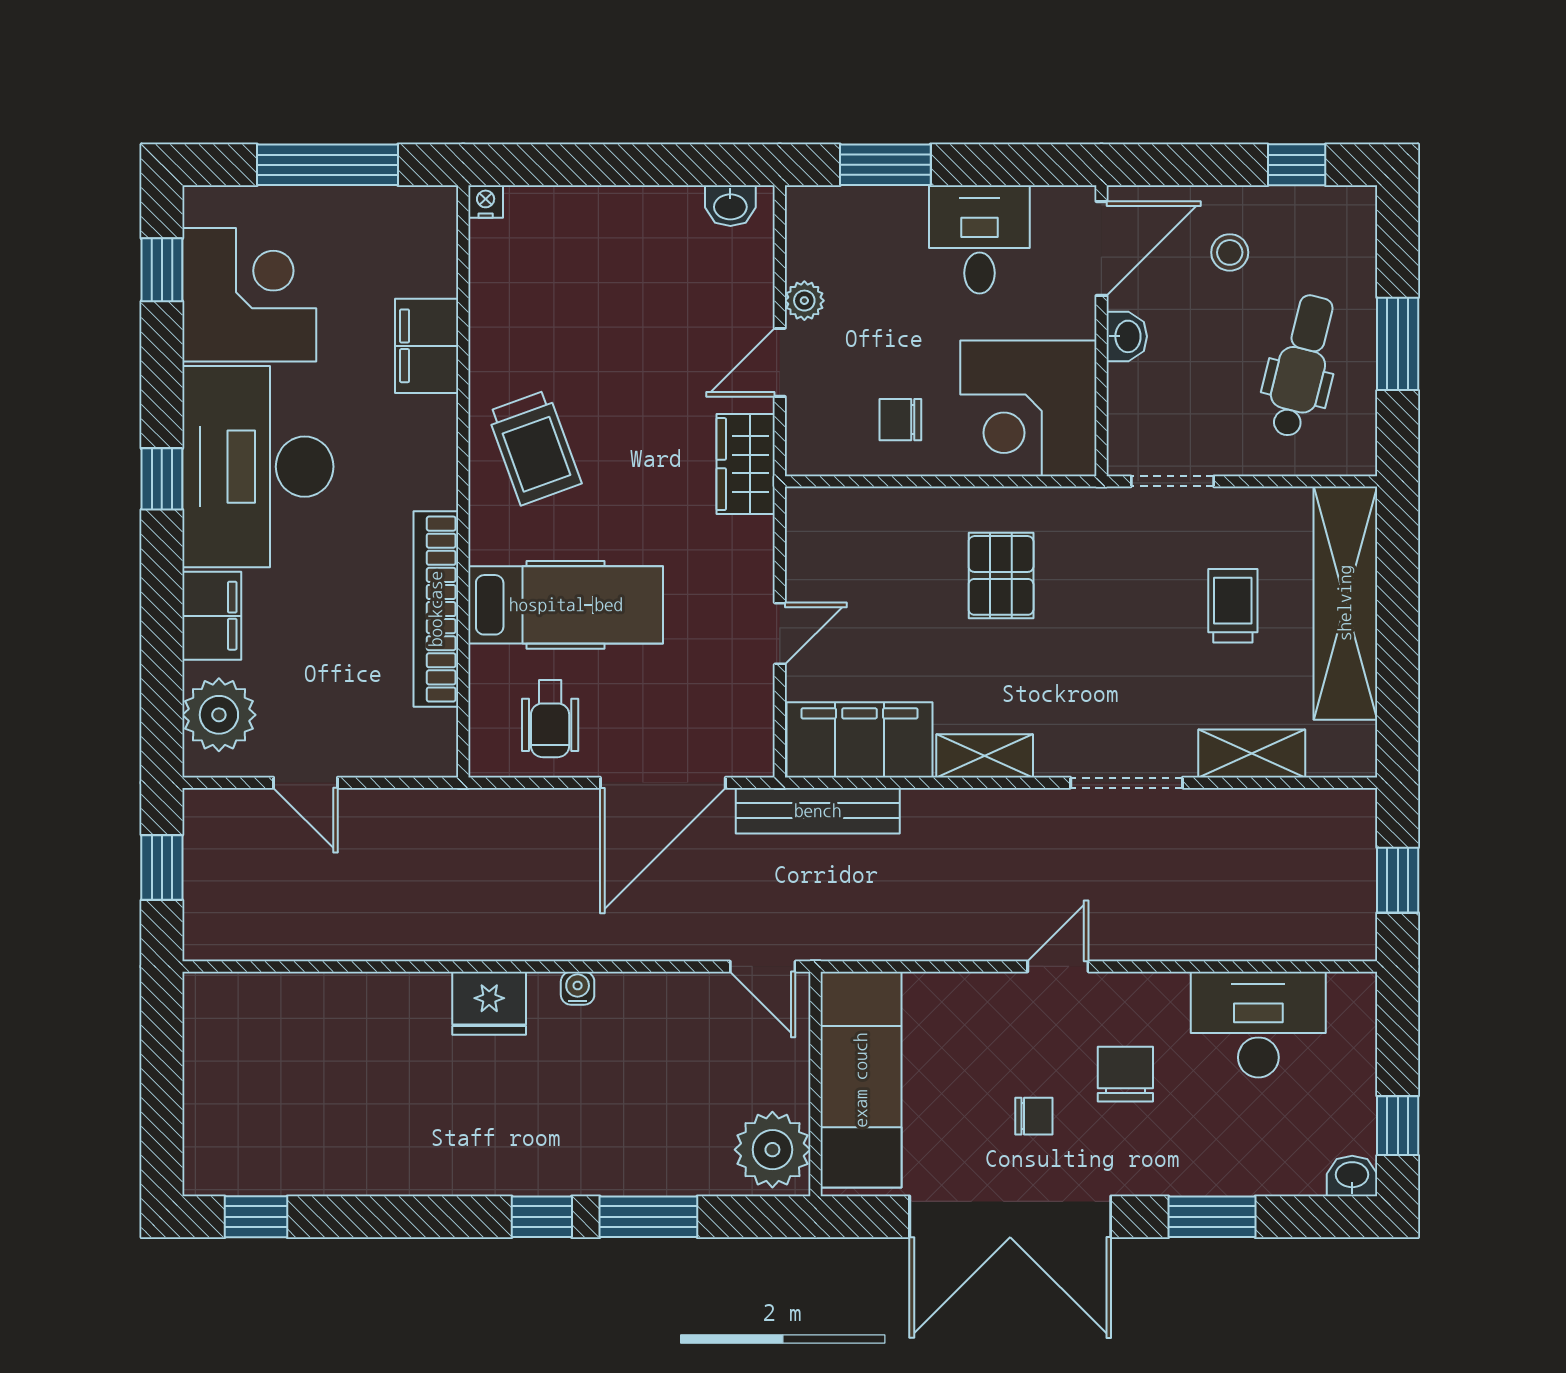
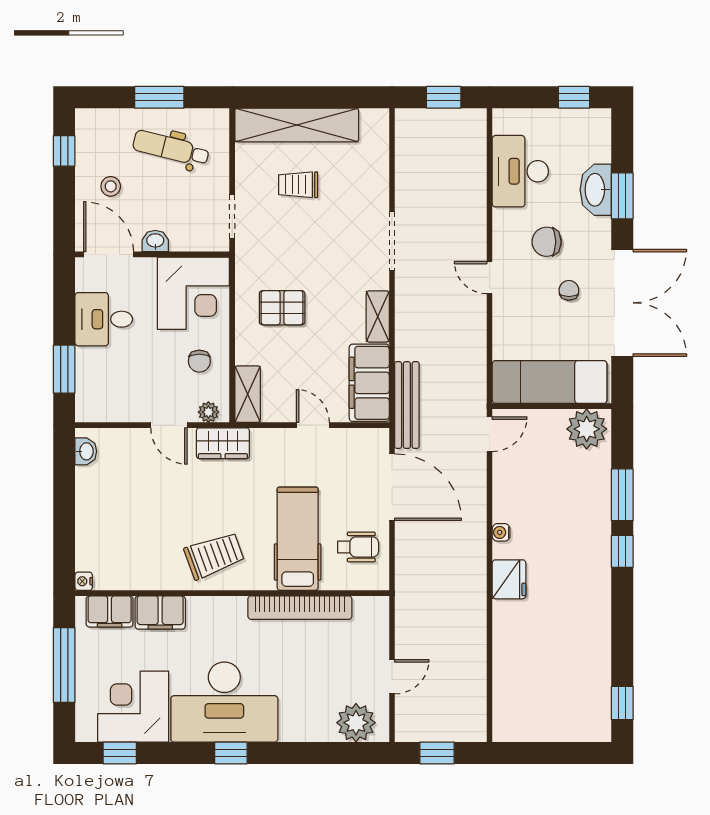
plant: (804, 301) -> (208, 412), moved
filing cabinet: (212, 616) -> (110, 611), moved, turned 180
shelving: (1252, 754) -> (248, 394), moved
washbasin: (1352, 1176) -> (596, 190), moved, width x1.91, depth x1.45

